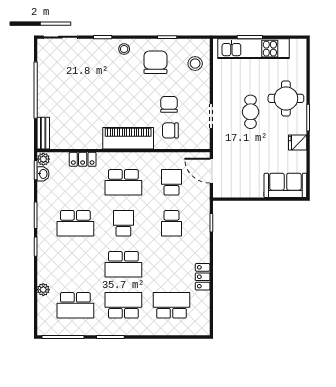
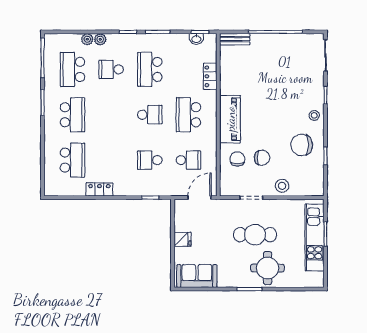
chair: (155, 62) -> (302, 145), turned 180
stool: (195, 64) -> (282, 186), moved
cafe table: (251, 112) -> (255, 235), width x1.37, depth x1.35
fridge: (298, 142) -> (183, 239), moved, turned 90
plant: (43, 159) -> (100, 39), moved
sofa: (285, 185) -> (197, 276), moved, turned -90
school desk: (123, 264) -> (111, 69), moved, width x0.54

